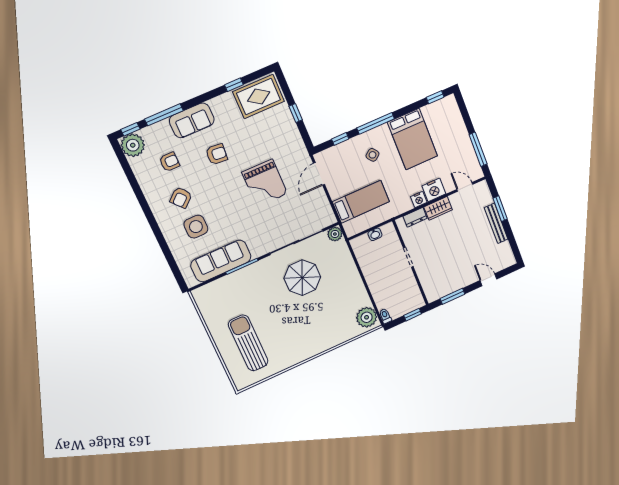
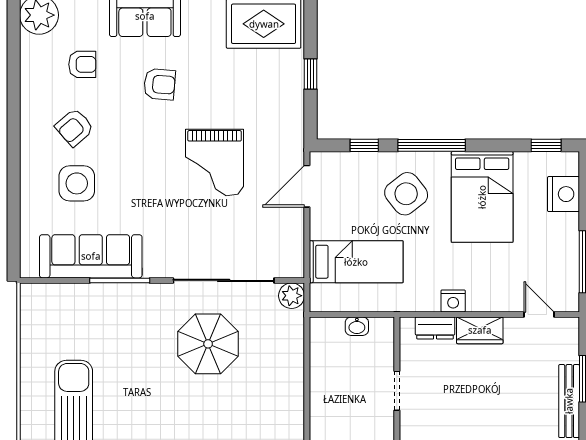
side table: (372, 155) -> (406, 194), width x1.87, depth x1.87
nightstand: (434, 190) -> (564, 194), moved, turned -90

